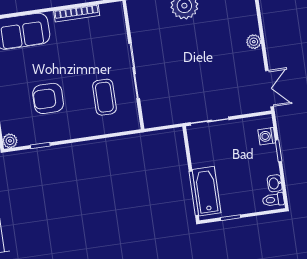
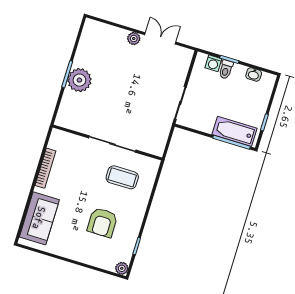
double door: (270, 89) -> (160, 38), moved
toilet: (273, 200) -> (226, 69), moved

